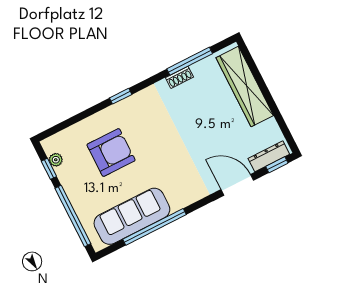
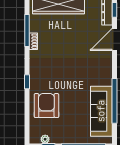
armchair: (111, 152) -> (46, 106), moved

